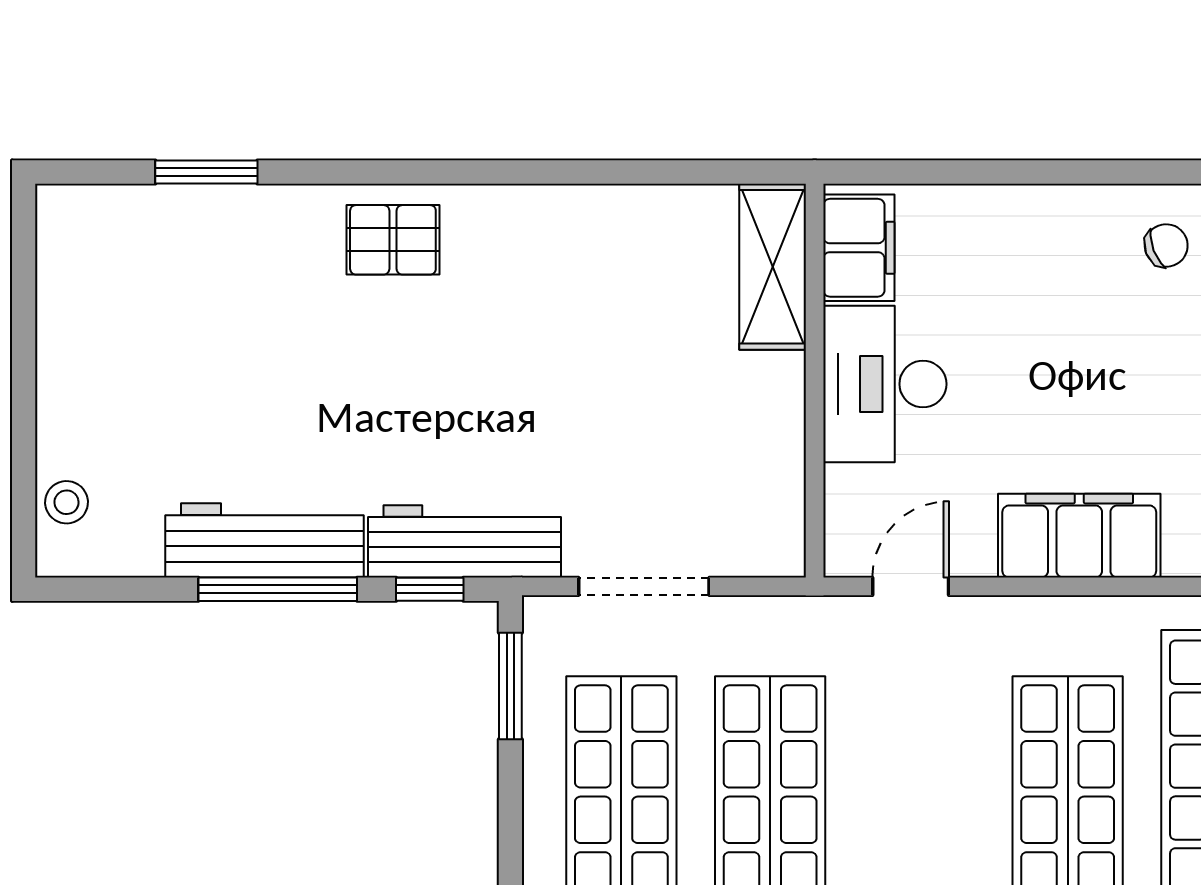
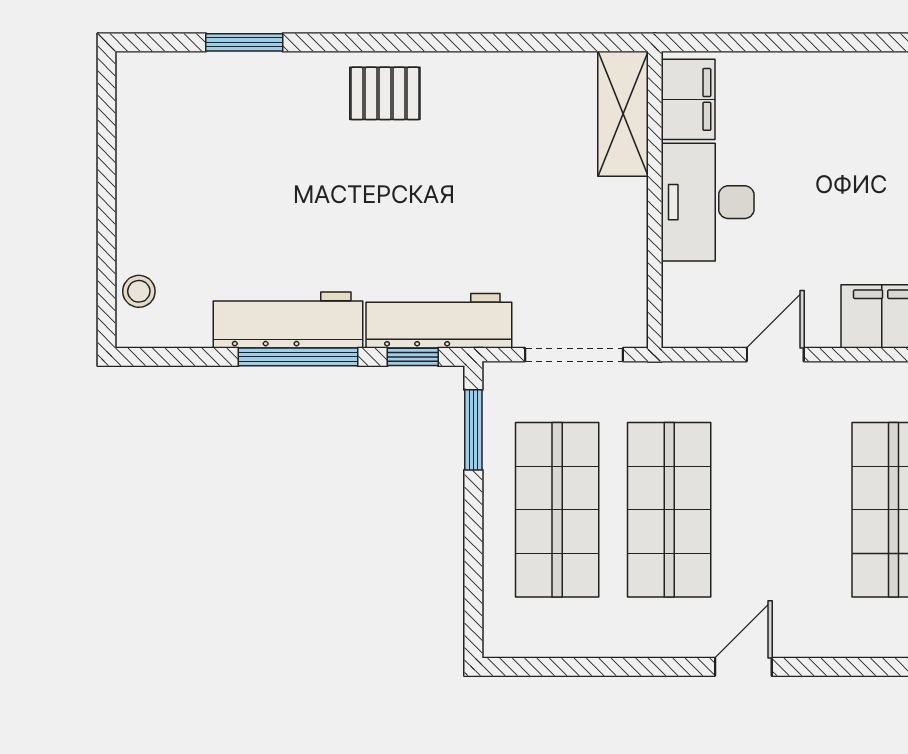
filing cabinet: (859, 248) -> (688, 99), moved
shelving: (773, 267) -> (623, 114), moved
wall: (815, 381) -> (655, 200), moved
desk: (885, 384) -> (708, 202), moved

